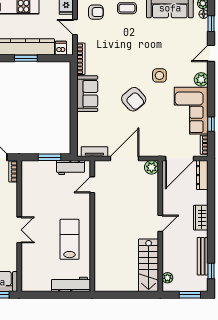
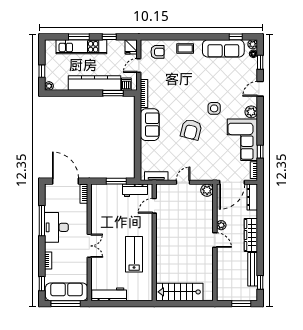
door: (75, 27) -> (139, 65), hinge flipped
window: (26, 58) -> (113, 93), moved
armchair: (134, 99) -> (191, 130), turned 55
door: (124, 159) -> (183, 182), width x0.53
wardrobe: (201, 218) -> (251, 235), width x1.50
door: (160, 223) -> (215, 240), hinge flipped
stairs: (149, 265) -> (179, 292), moved, turned 90
plant: (167, 278) -> (221, 225), moved
workbench: (71, 284) -> (109, 294), moved

